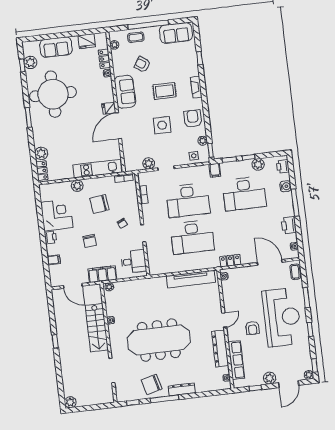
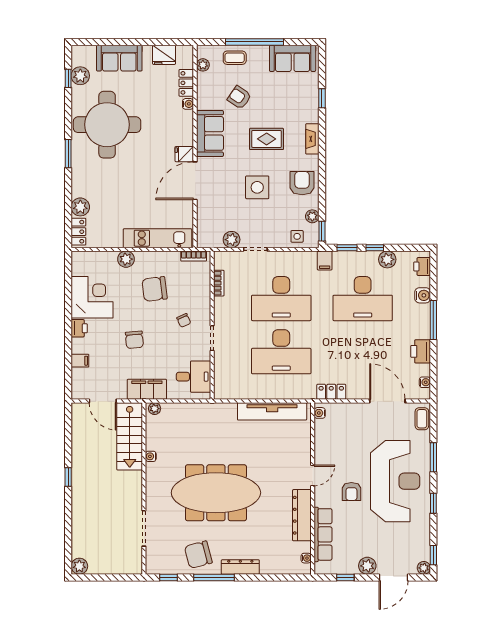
stairs: (97, 328) -> (130, 436), moved

